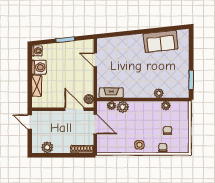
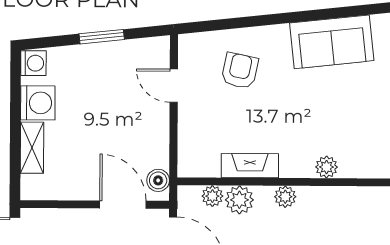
armchair: (123, 54) -> (240, 71), added
fireplace: (111, 93) -> (250, 166), moved
plant: (166, 106) -> (285, 197), moved

